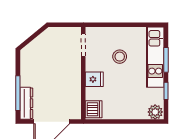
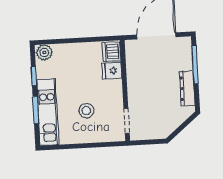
fridge: (94, 79) -> (112, 71), moved
dresser: (26, 103) -> (187, 88), moved

